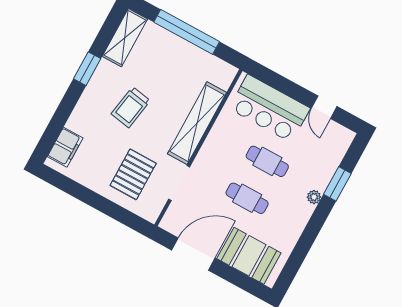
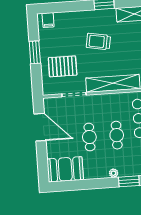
filing cabinet: (65, 147) -> (48, 20), width x0.50
window: (92, 199) -> (35, 52), added
booth: (249, 256) -> (65, 169), moved, turned 90

